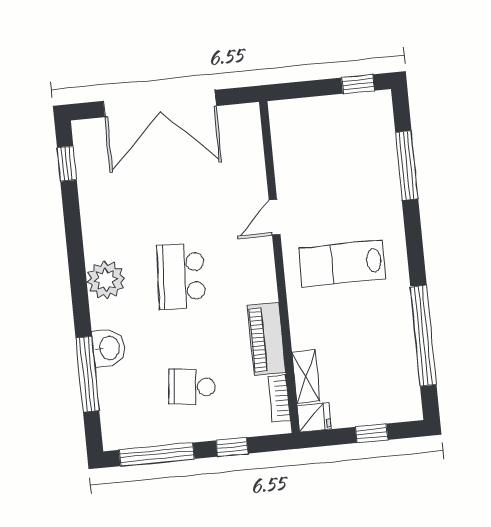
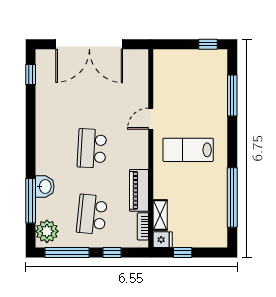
plant: (106, 280) -> (47, 231), moved
school desk: (192, 387) -> (92, 214), width x1.85
window: (372, 433) -> (183, 252), moved

